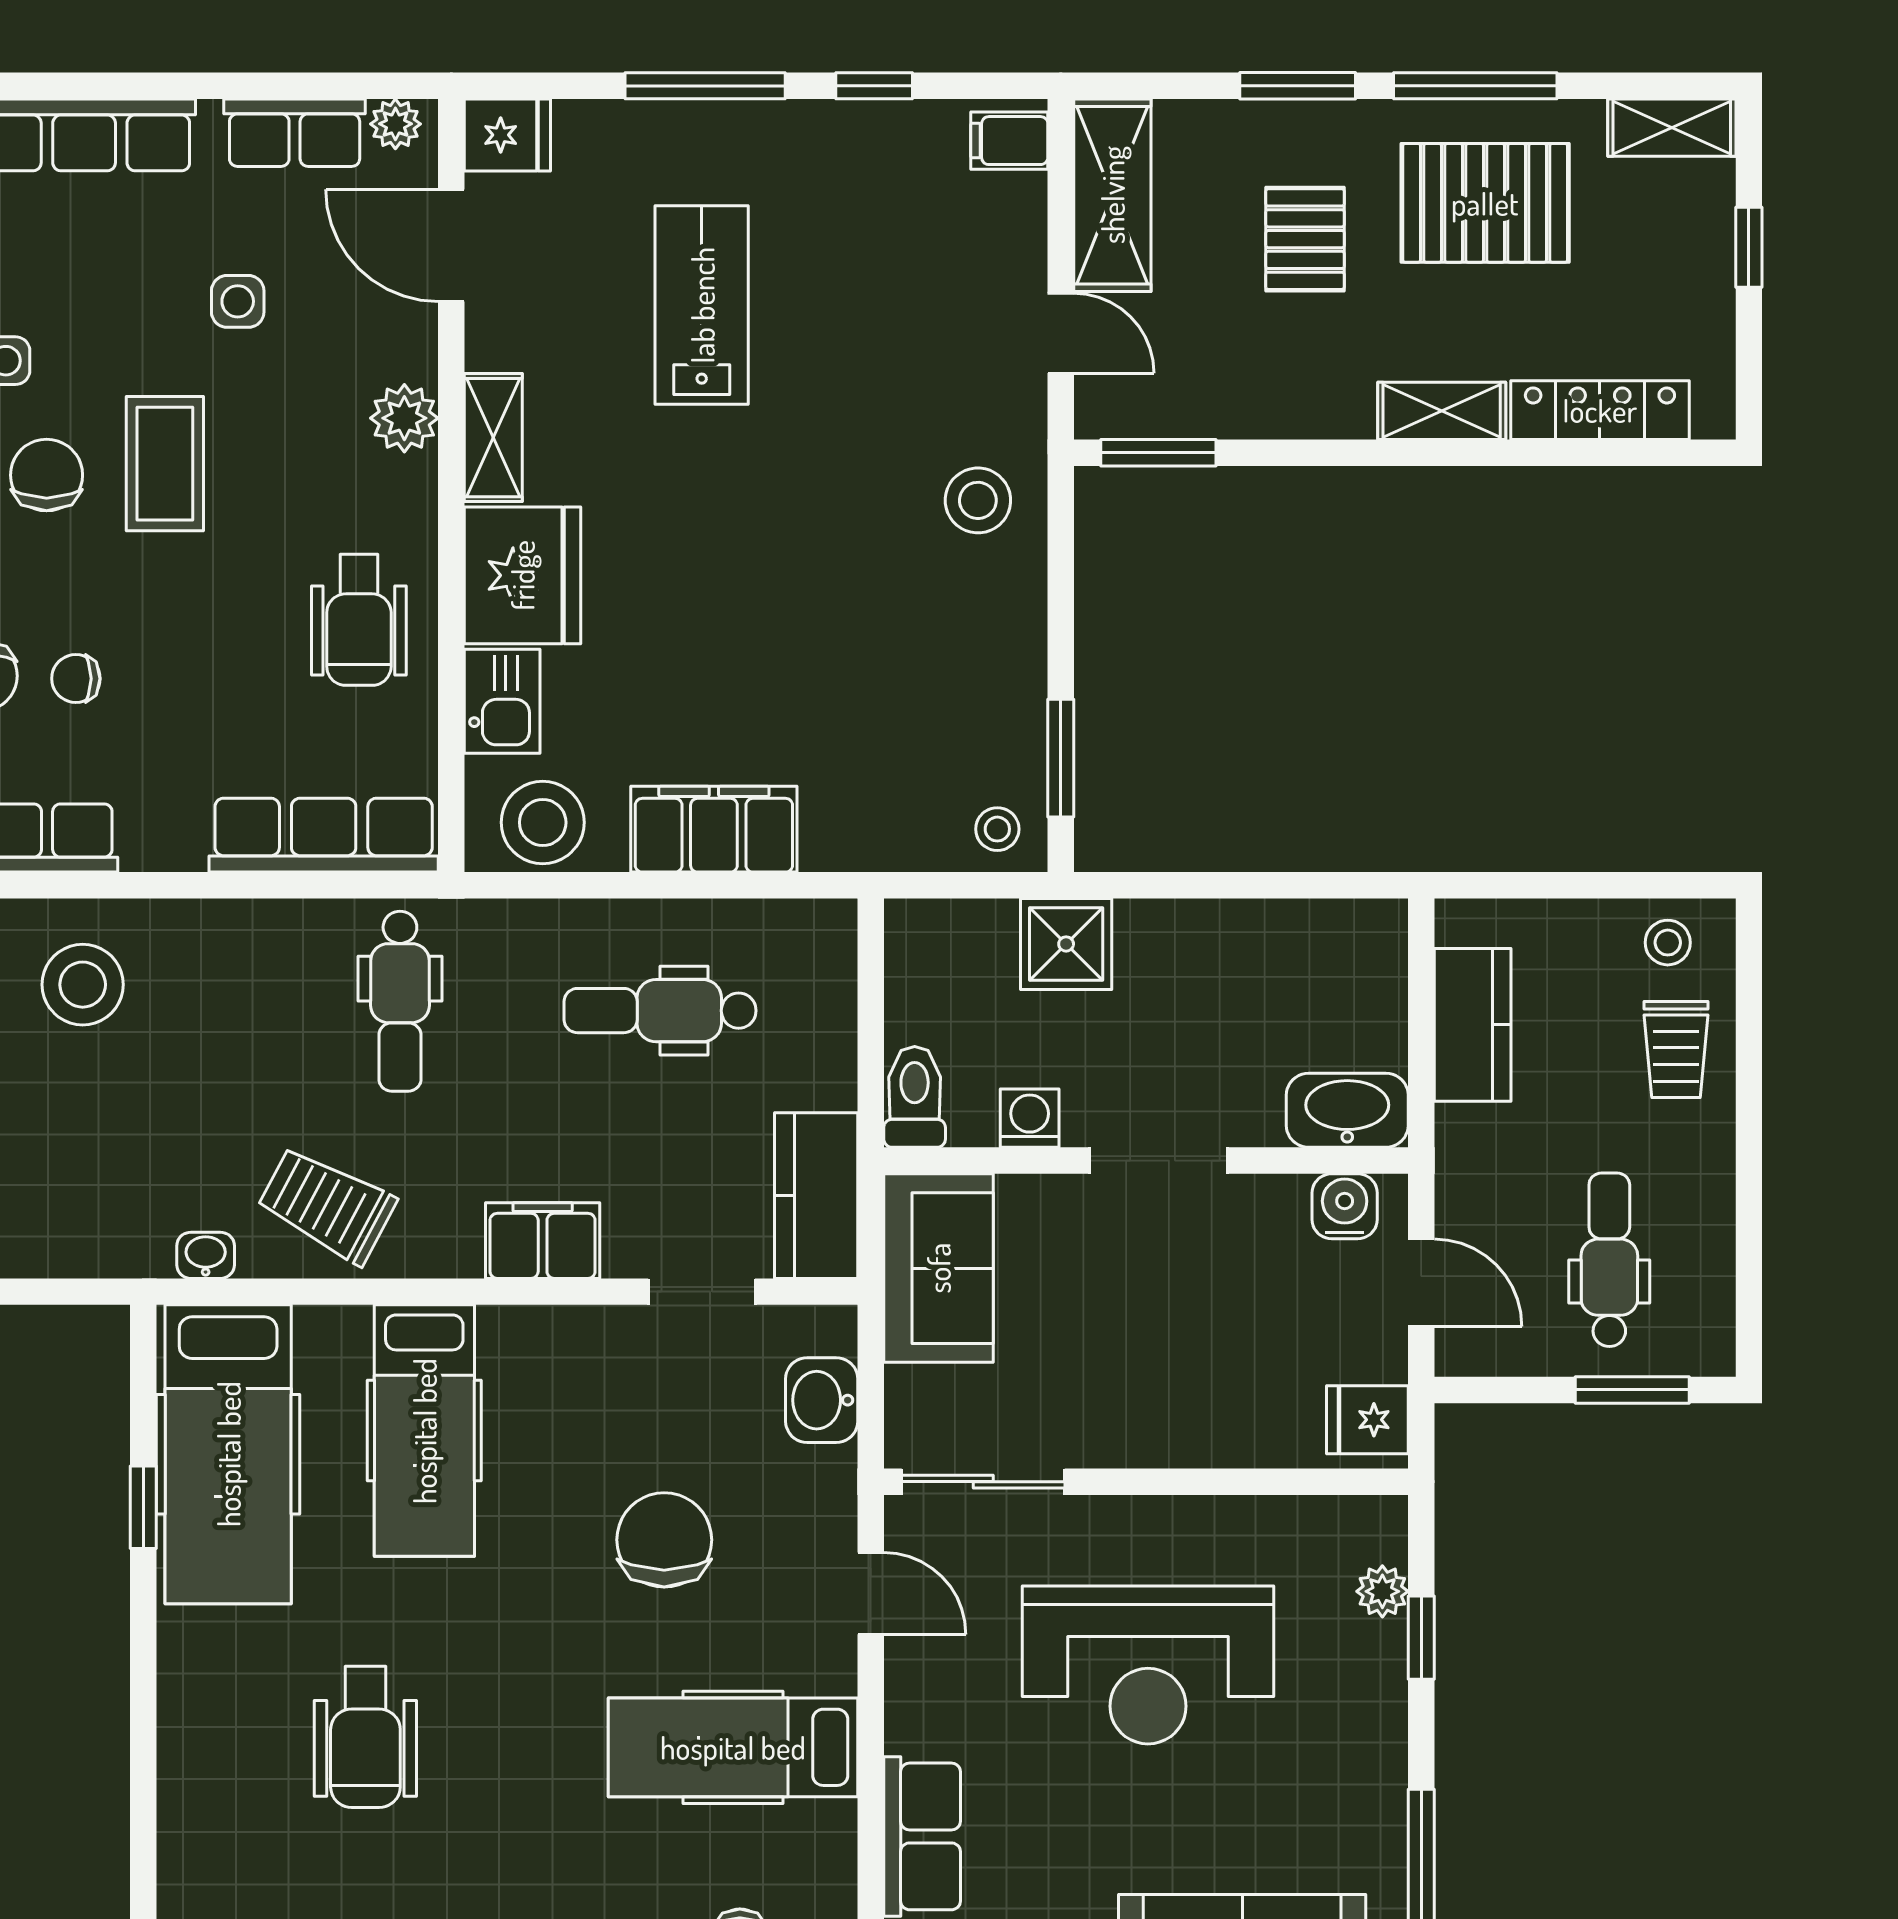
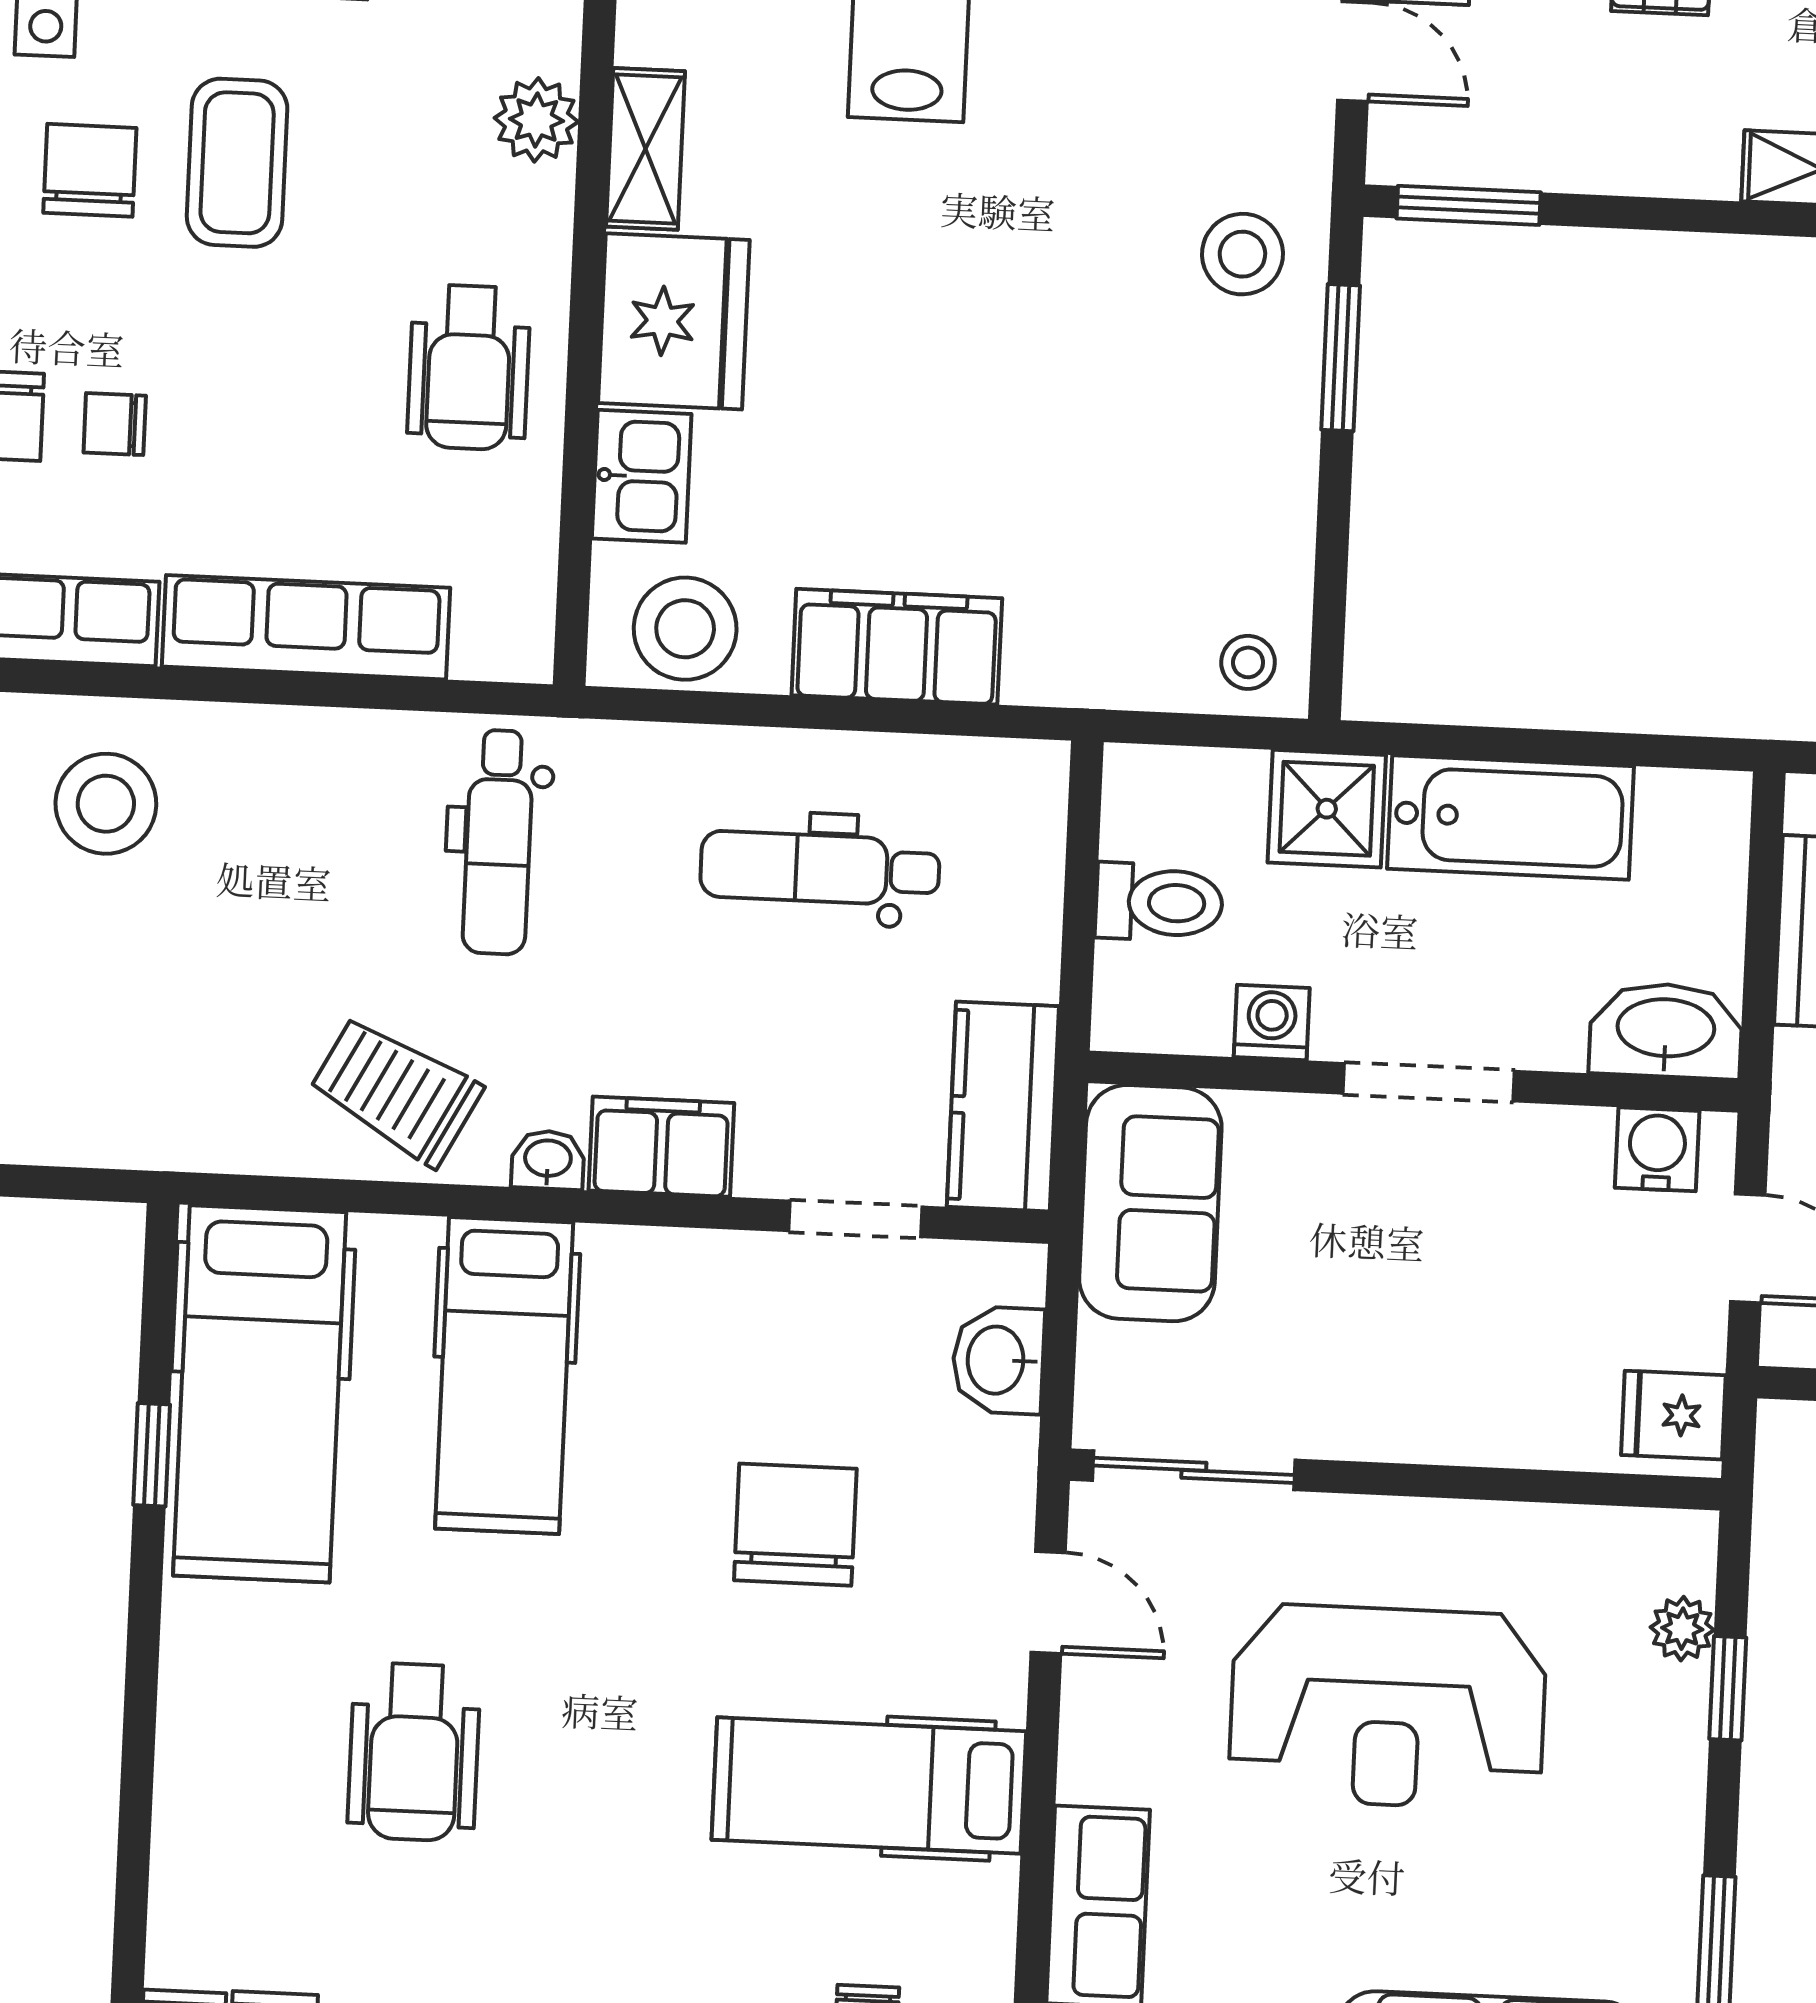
window: (1061, 758) -> (1341, 358), moved
row of seats: (324, 835) -> (306, 627), moved
bathtub: (1214, 944) -> (1510, 818), added
toilet: (915, 1097) -> (1159, 902), moved, turned 90
washbasin: (206, 1255) -> (548, 1160), moved

